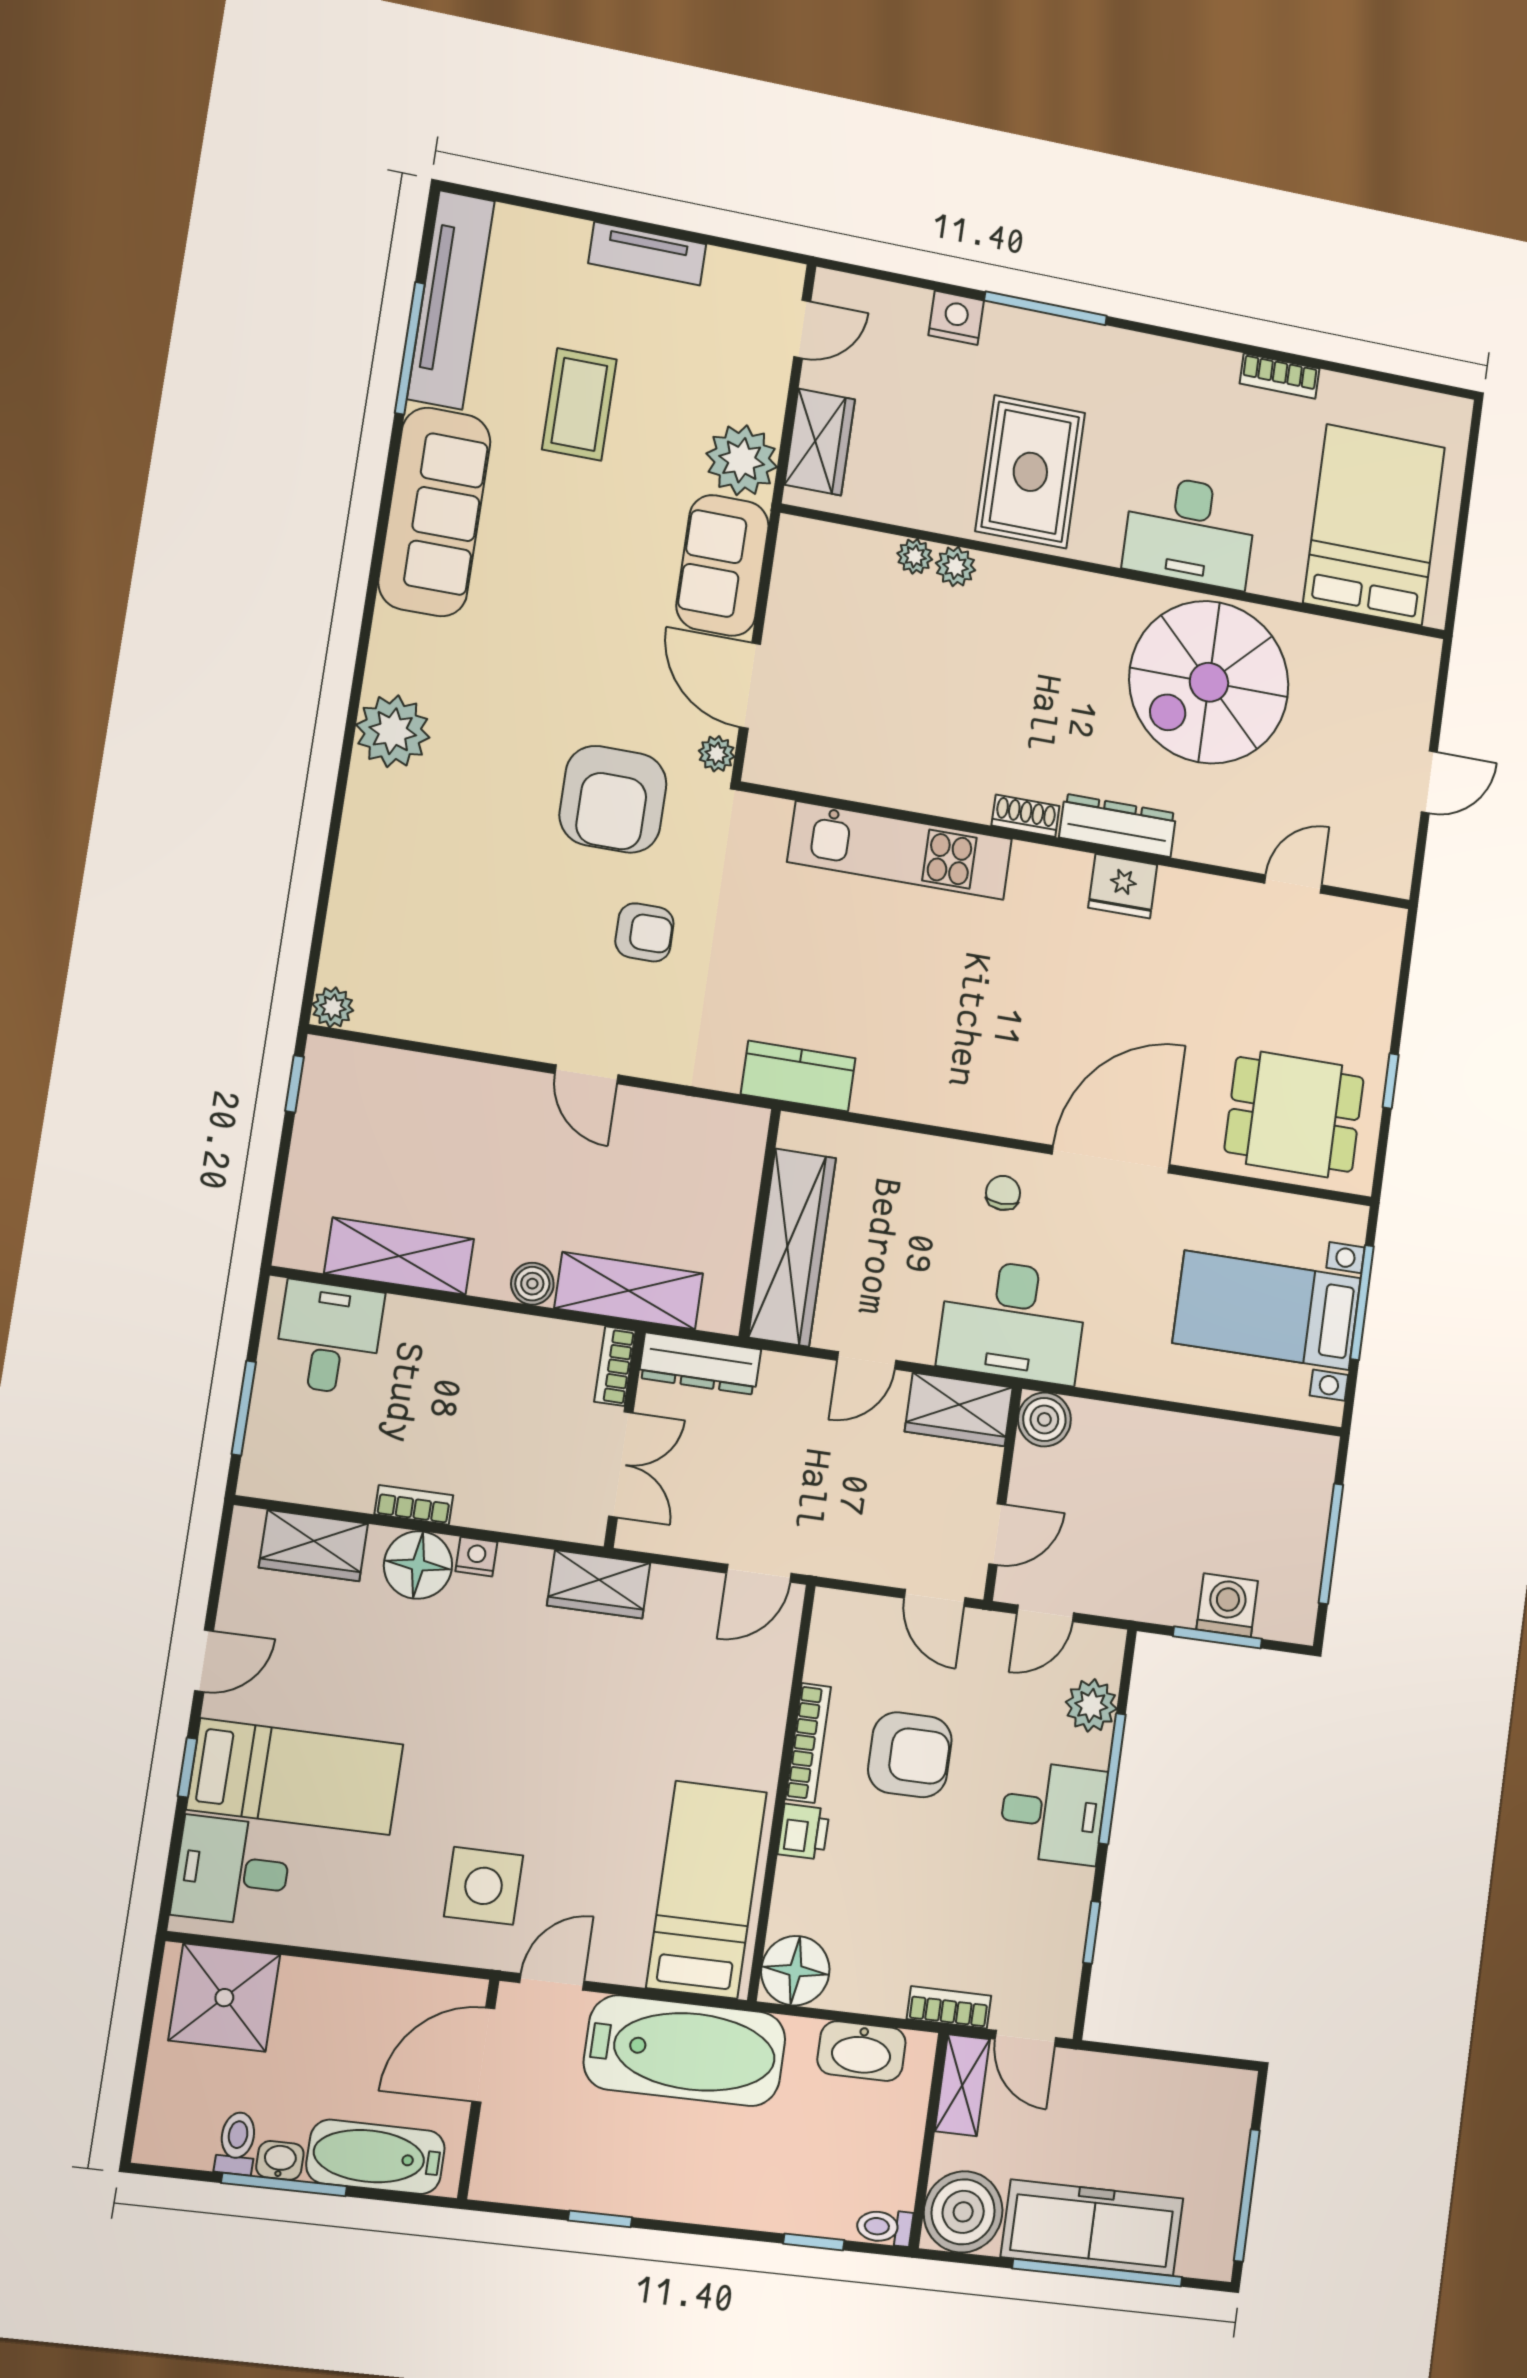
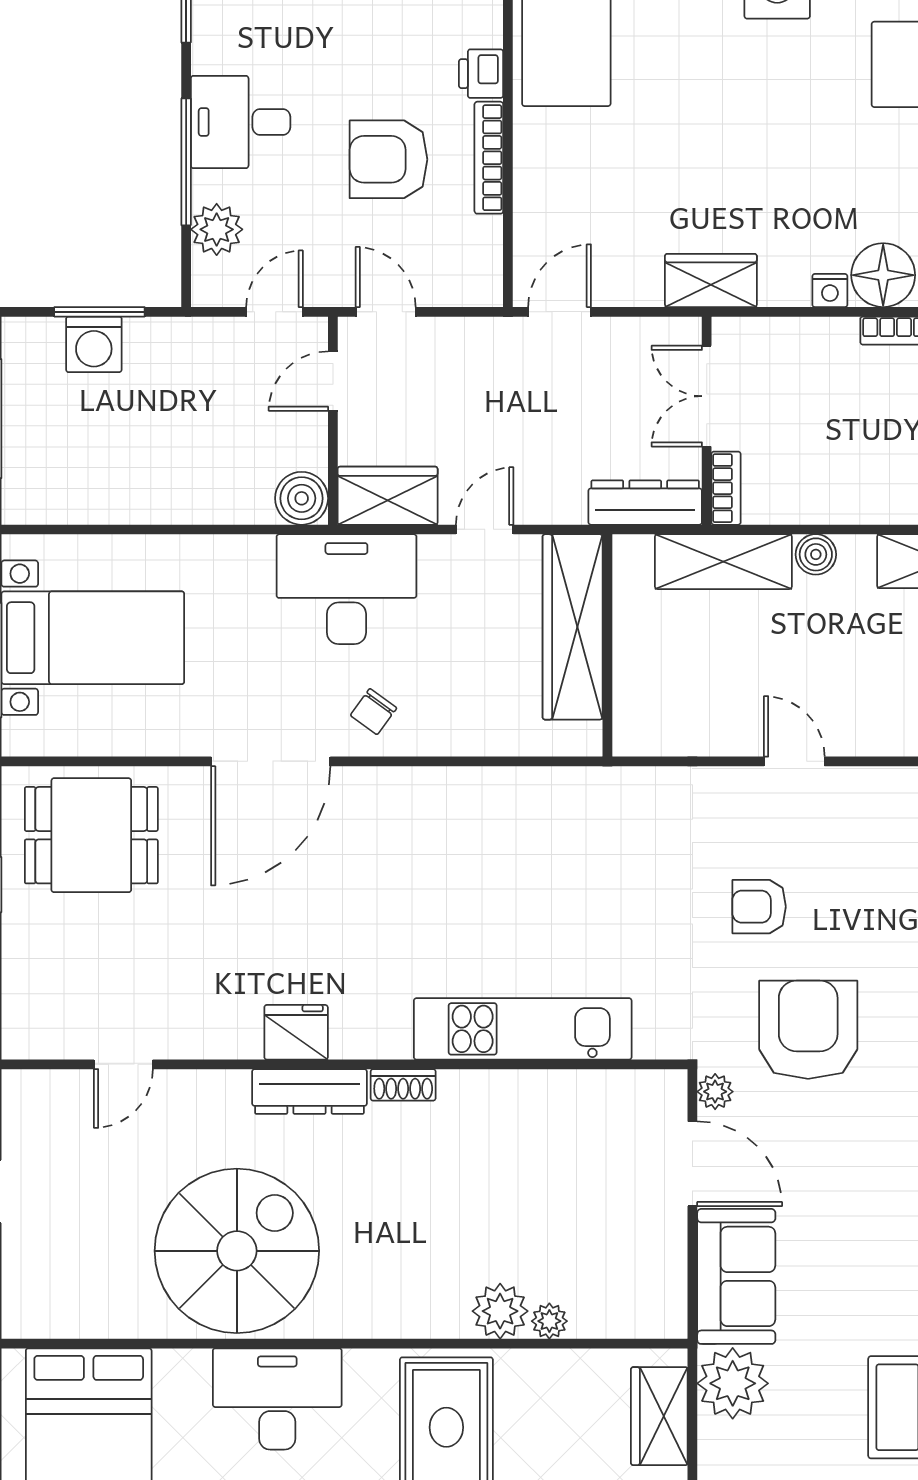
plant: (956, 567) -> (500, 1311), width x1.38, depth x1.38
kitchen counter: (798, 1076) -> (591, 793), removed
chair: (1003, 1193) -> (373, 712), turned 36

